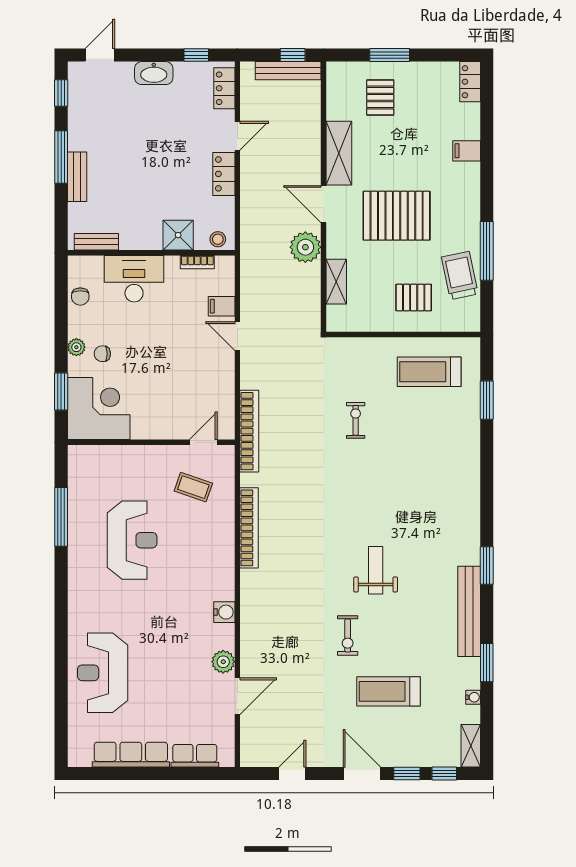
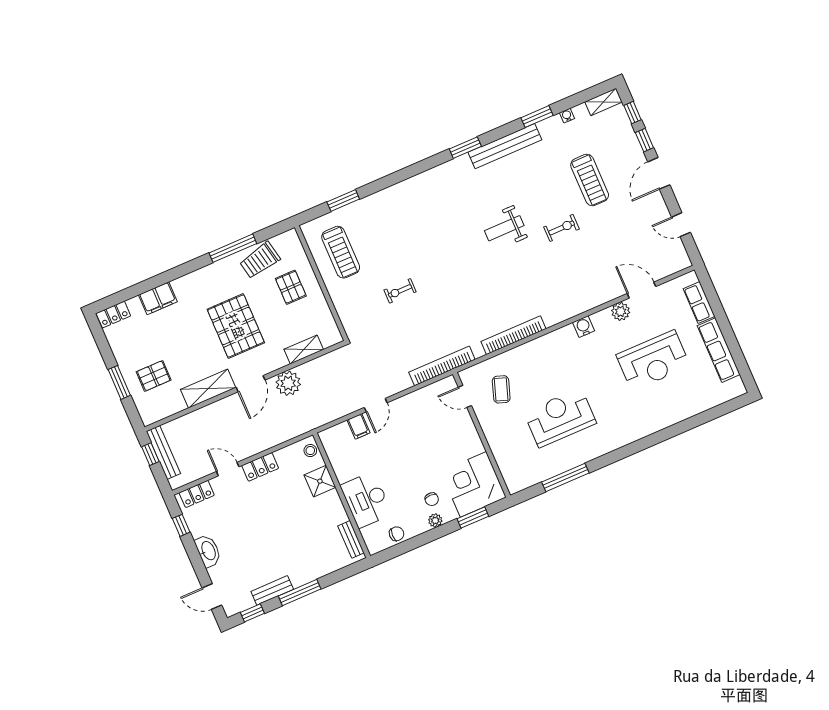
filing cabinet: (467, 151) -> (158, 298), width x2.00
bench: (77, 177) -> (272, 590), moved
bookcase: (197, 262) -> (334, 458), removed
reception desk: (103, 673) -> (653, 360), moved

